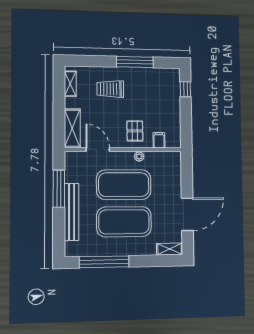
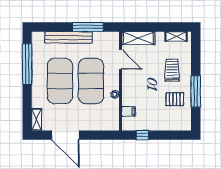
window: (185, 89) -> (142, 135), moved
pallet: (135, 131) -> (175, 99), moved
door: (98, 149) -> (121, 59), hinge flipped

